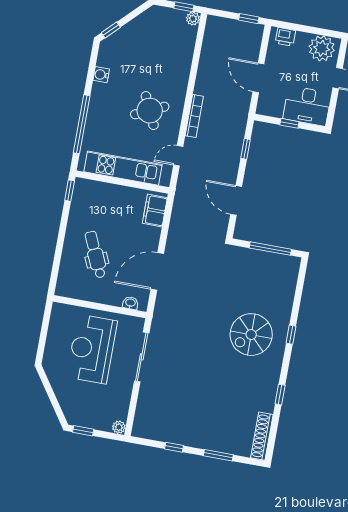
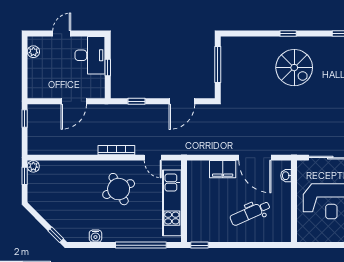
printer: (285, 37) -> (34, 84), removed
plant: (322, 48) -> (33, 52), width x0.53, depth x0.53
filing cabinet: (155, 210) -> (223, 169), moved

